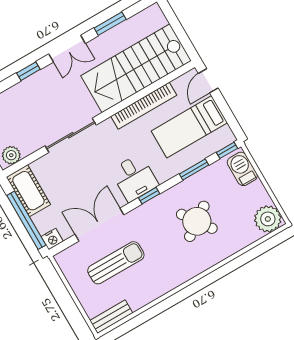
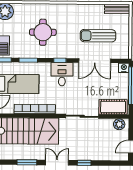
cot: (28, 191) -> (113, 107), moved, turned 90
round table: (197, 221) -> (43, 32), turned 35

